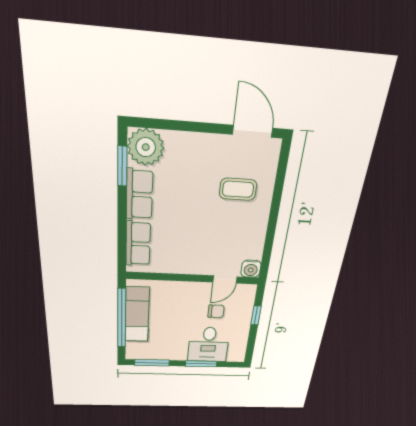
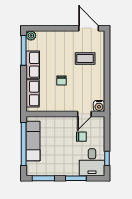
plant: (146, 147) -> (31, 36), width x0.53, depth x0.53
window: (122, 166) -> (24, 50), width x1.44
chair: (191, 225) -> (61, 80), added
window: (256, 315) -> (107, 158), moved
desk: (208, 345) -> (92, 162), moved

